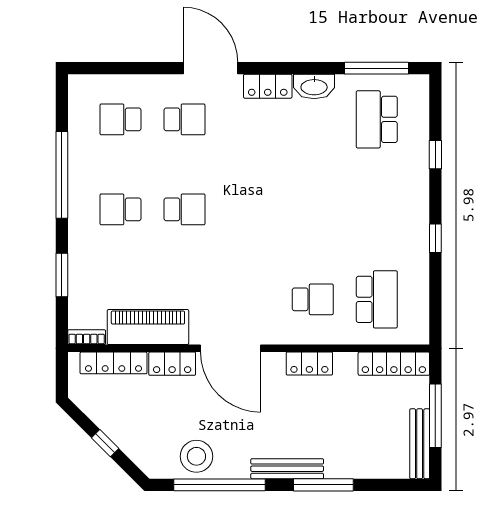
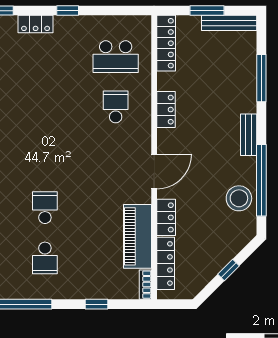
locker: (418, 197) -> (36, 24), added
window: (62, 275) -> (96, 304), width x0.67
school desk: (377, 299) -> (116, 57), turned 180
door: (231, 348) -> (154, 171), width x0.73
window: (435, 416) -> (207, 11), width x0.69
bench: (287, 469) -> (249, 135), width x0.73
window: (323, 485) -> (261, 78), moved

